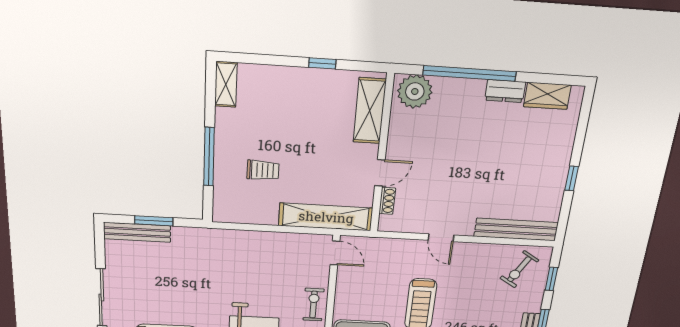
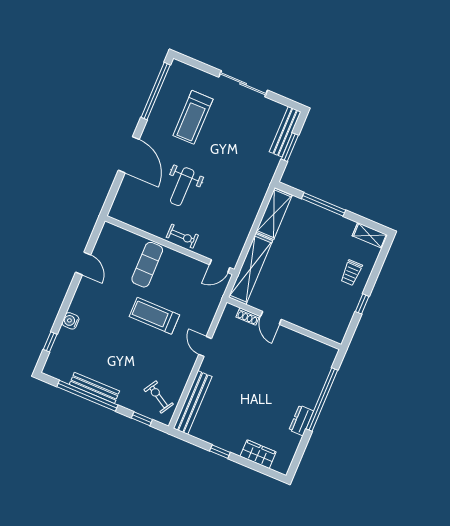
plant: (415, 91) -> (322, 359), removed
wardrobe: (547, 96) -> (258, 454), moved, turned 90
shelving: (370, 111) -> (274, 214), moved, turned 90
trolley: (263, 170) -> (351, 273), moved
door: (441, 238) -> (205, 346), hinge flipped

